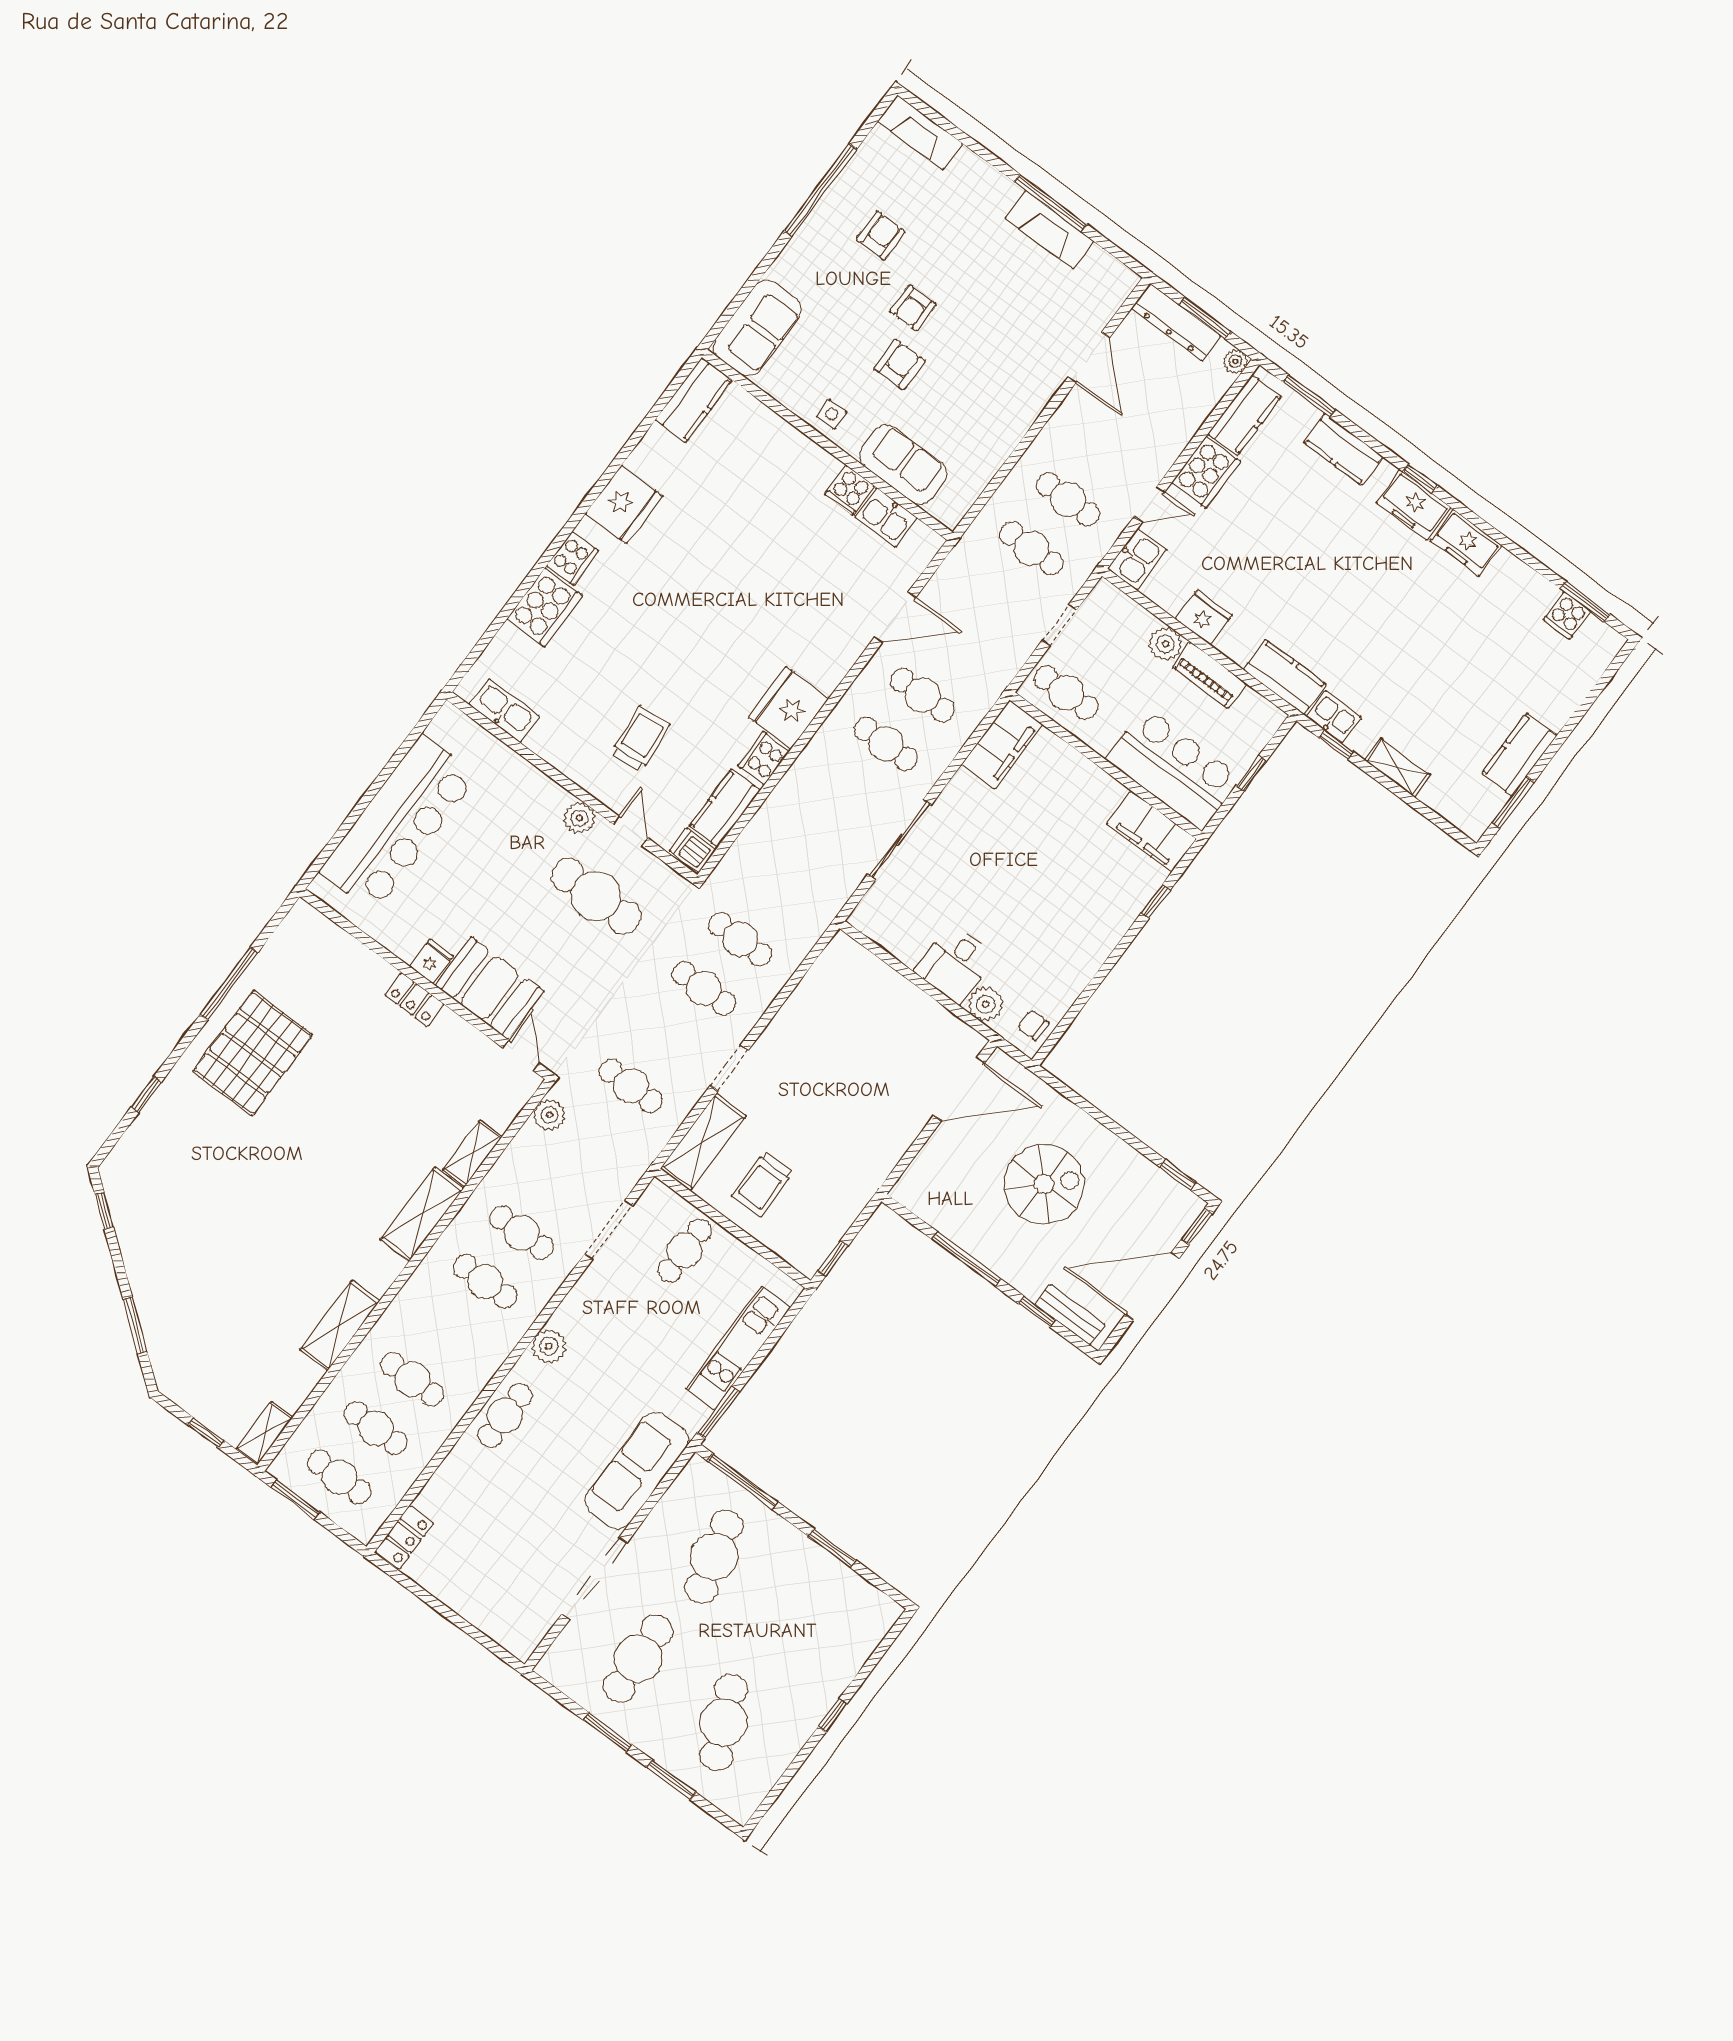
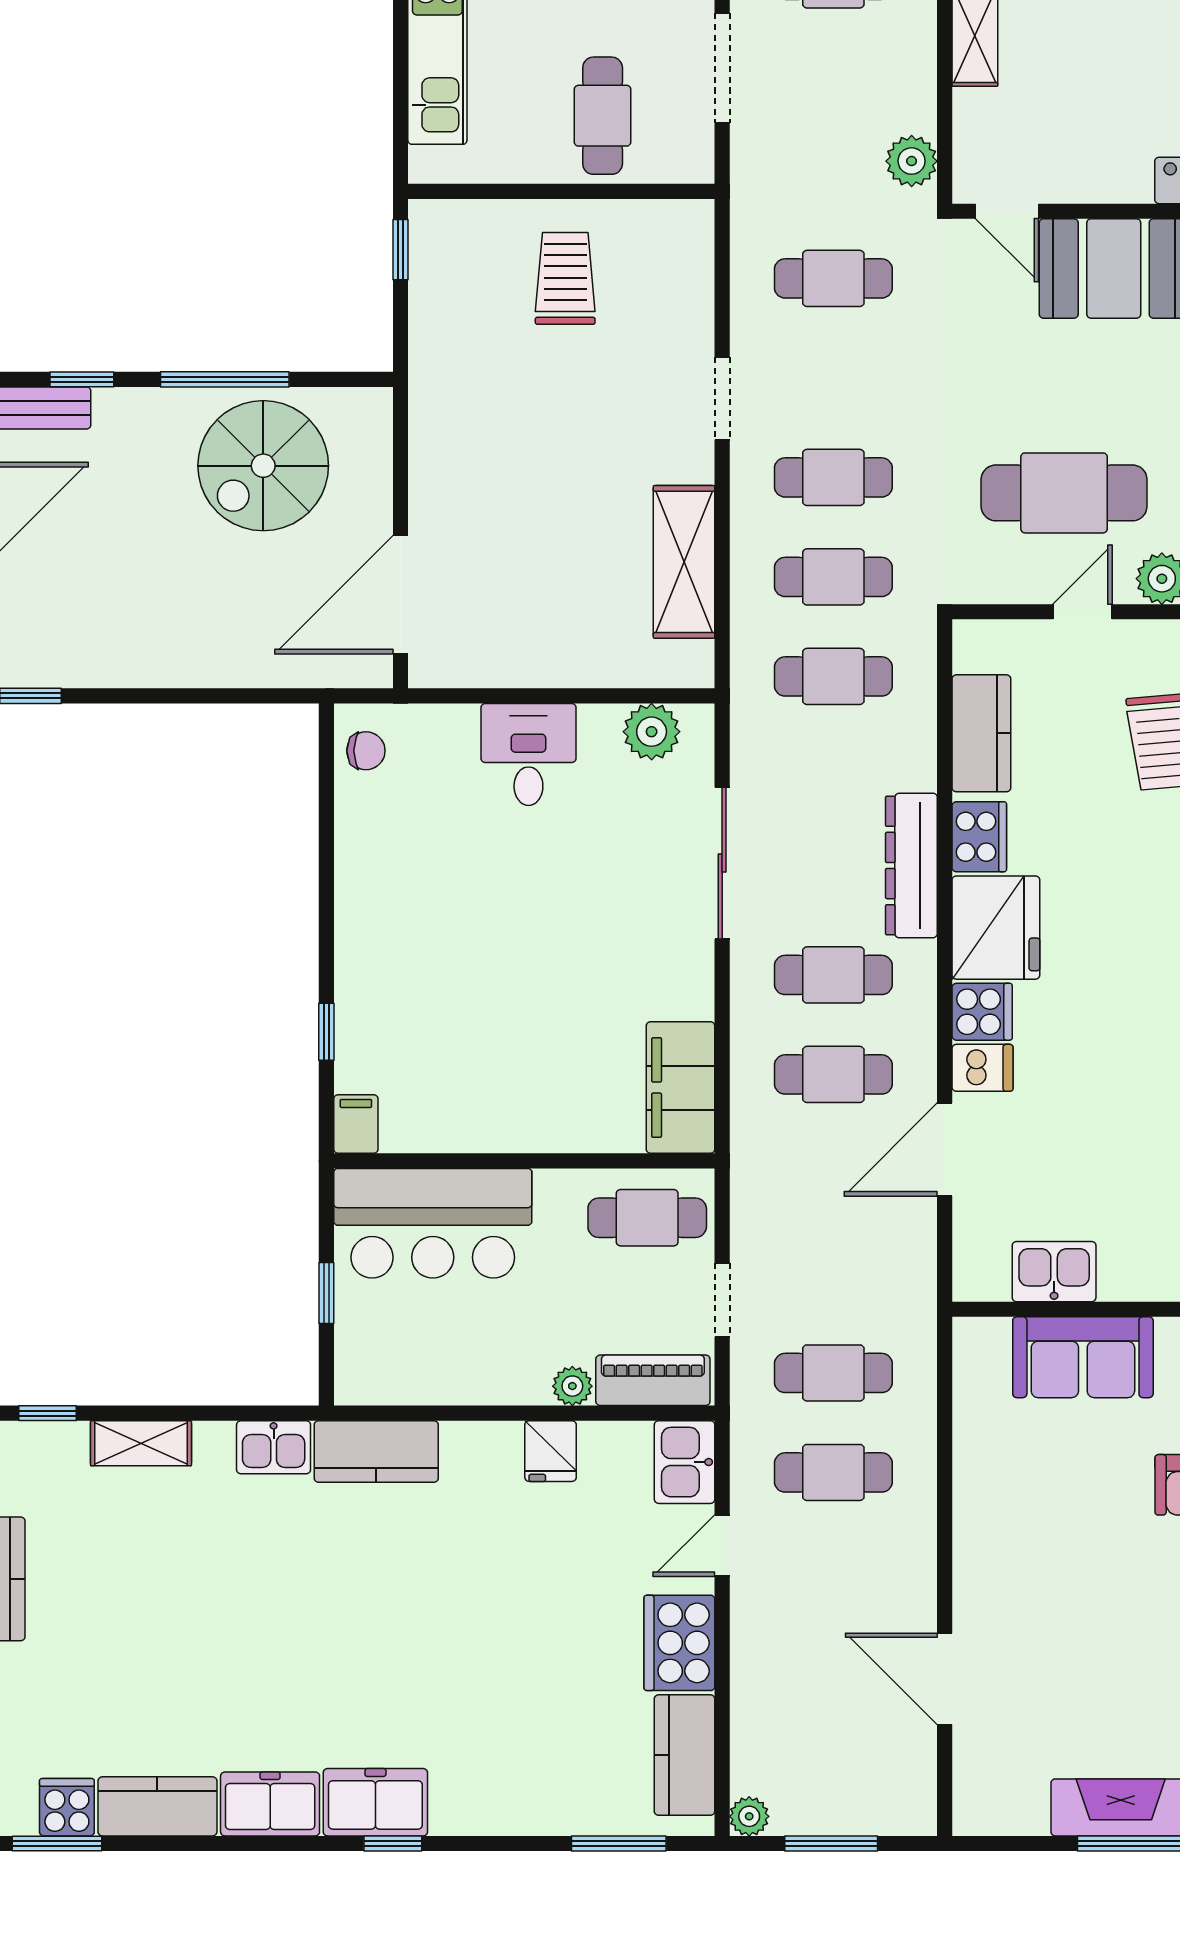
dresser: (1176, 322) -> (911, 865), moved, turned -90
kitchen counter: (1343, 449) -> (157, 1806), moved
cooker: (850, 490) -> (982, 1012), moved, turned 90
fridge: (1204, 617) -> (551, 1451), width x0.72
plant: (1165, 644) -> (572, 1386), width x0.73, depth x0.73
piano: (1209, 675) -> (653, 1380), moved
window: (1336, 745) -> (47, 1413), moved
door: (631, 831) -> (1082, 612), swing flipped
filing cabinet: (1151, 832) -> (356, 1124), width x0.33, depth x0.86
dishwasher: (693, 850) -> (982, 1068), moved
cafe table: (777, 890) -> (833, 676), added
plant: (986, 1004) -> (652, 732), moved
shelving: (703, 1142) -> (684, 562), moved
spiral stairs: (1044, 1184) -> (263, 466), moved

